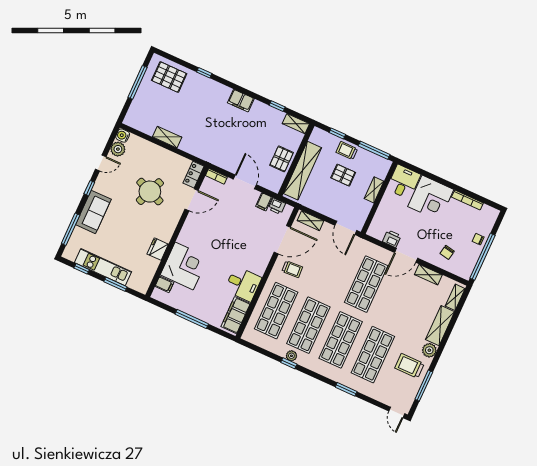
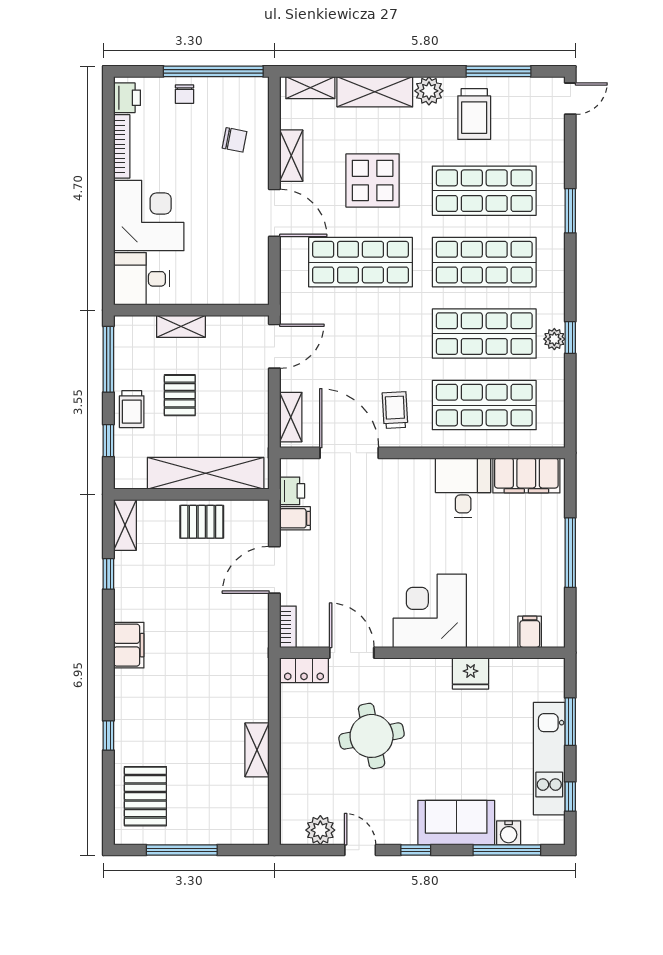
water cooler: (123, 136) -> (509, 833), moved
round table: (150, 192) -> (372, 736), turned -33
printer: (392, 239) -> (127, 98), moved, turned 180
corner desk: (184, 266) -> (430, 611), moved
display table: (400, 306) -> (373, 181), added

